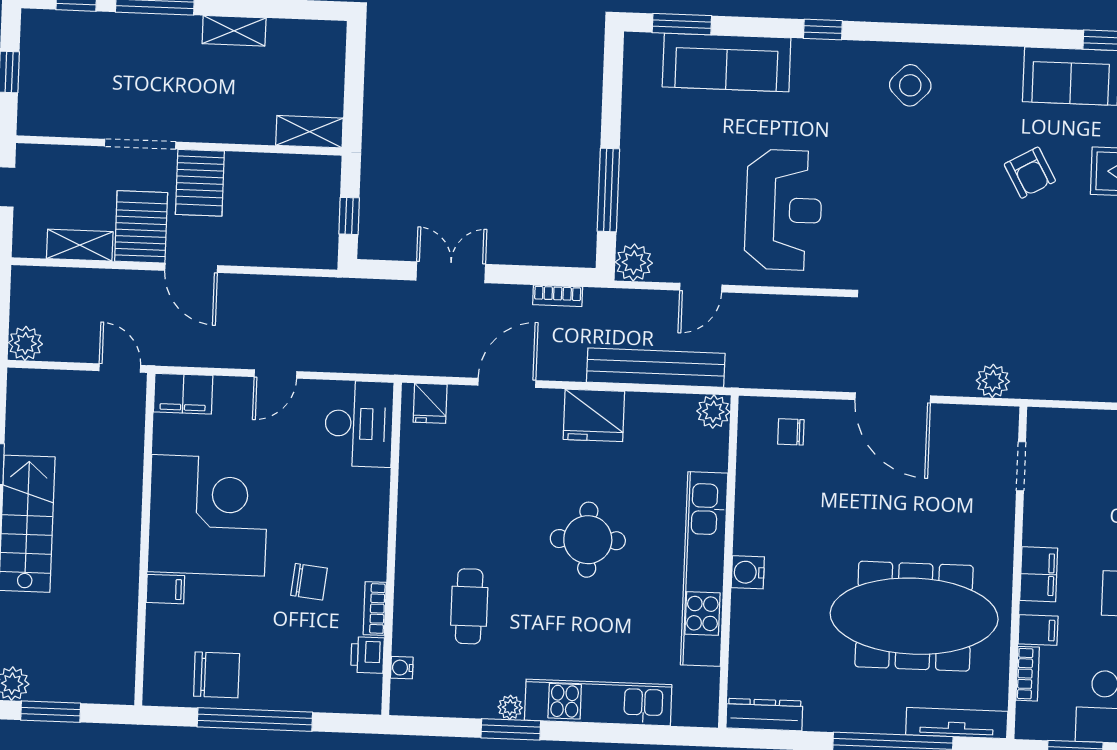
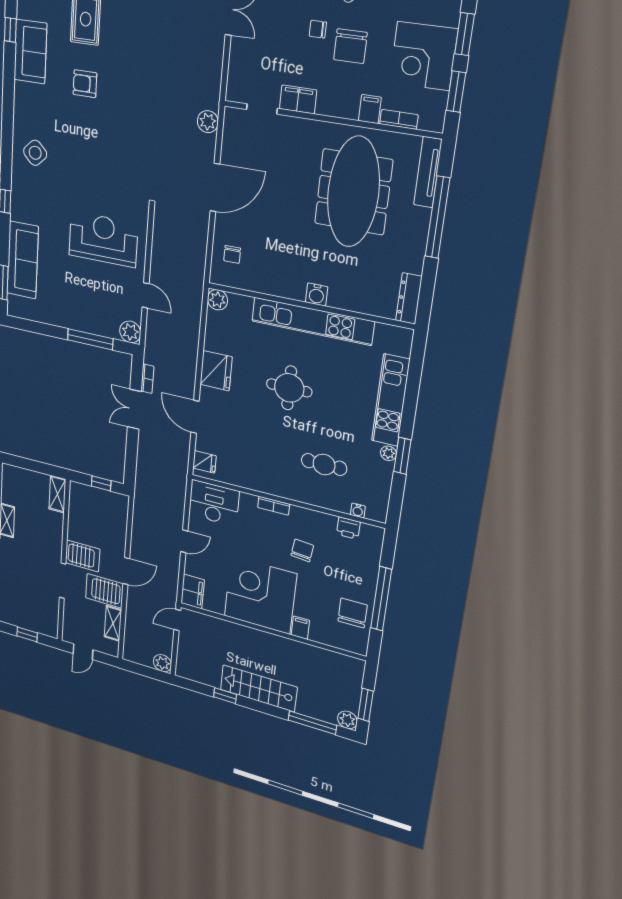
armchair: (1030, 173) -> (85, 84), turned -151
double door: (451, 272) -> (134, 409), moved
bench: (656, 368) -> (190, 330), removed
door: (275, 374) -> (184, 541), hinge flipped
filing cabinet: (1039, 574) -> (298, 99), moved
bookcase: (375, 608) -> (274, 506), moved

